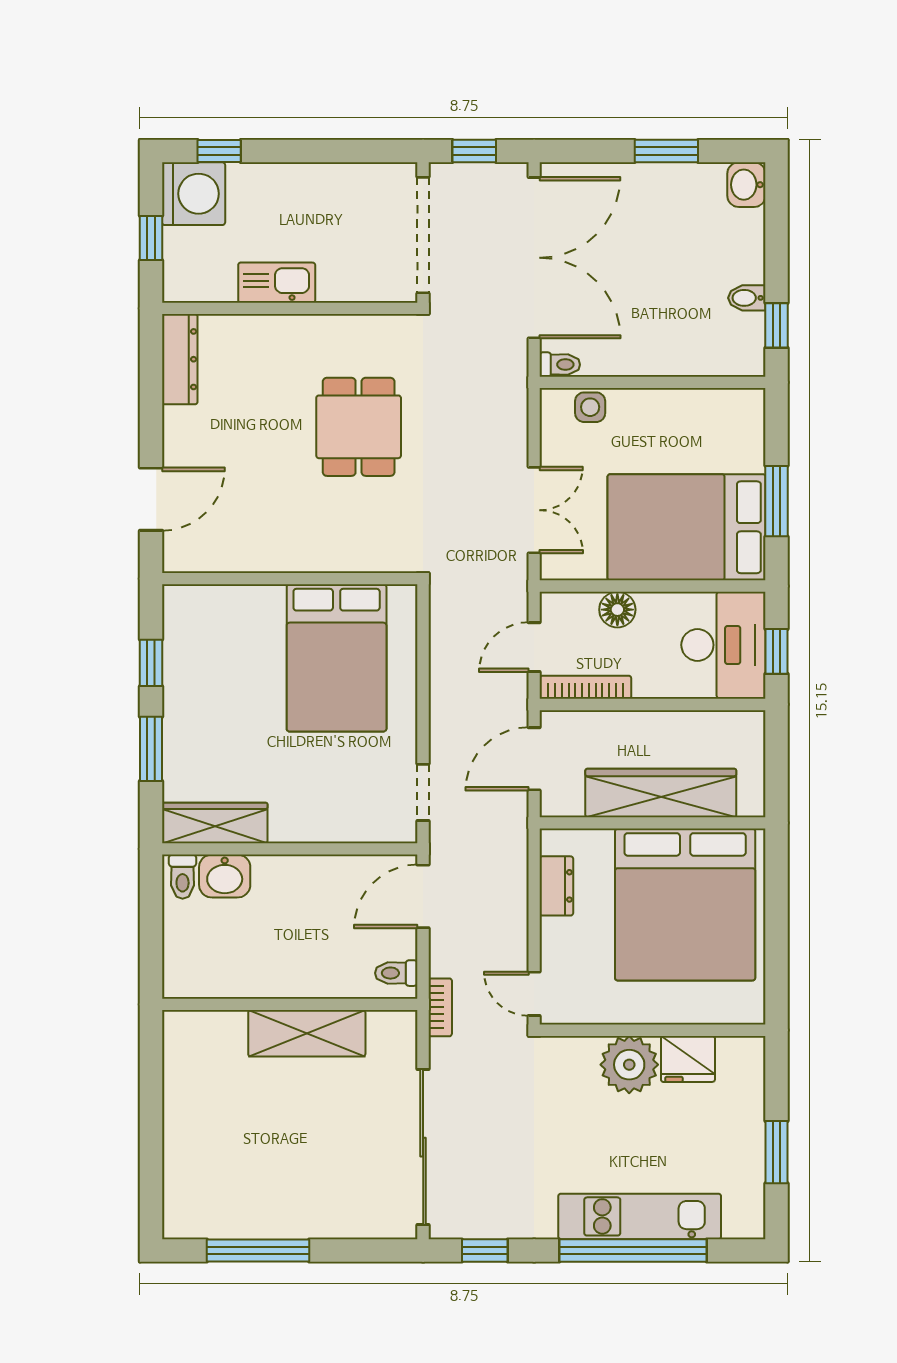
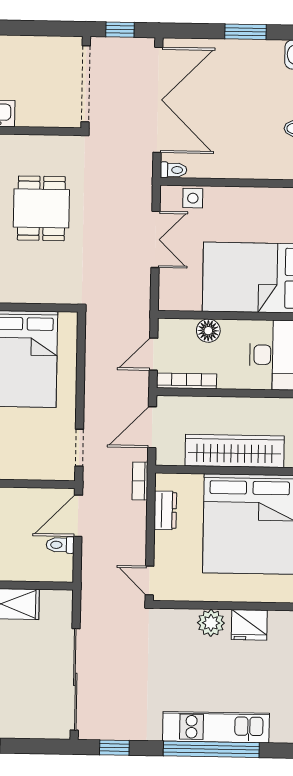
double door: (534, 510) -> (155, 239), moved
toilet: (396, 973) -> (60, 545), moved
bookcase: (440, 1007) -> (140, 481), moved, turned 180
plant: (629, 1065) -> (211, 623), width x0.73, depth x0.73

